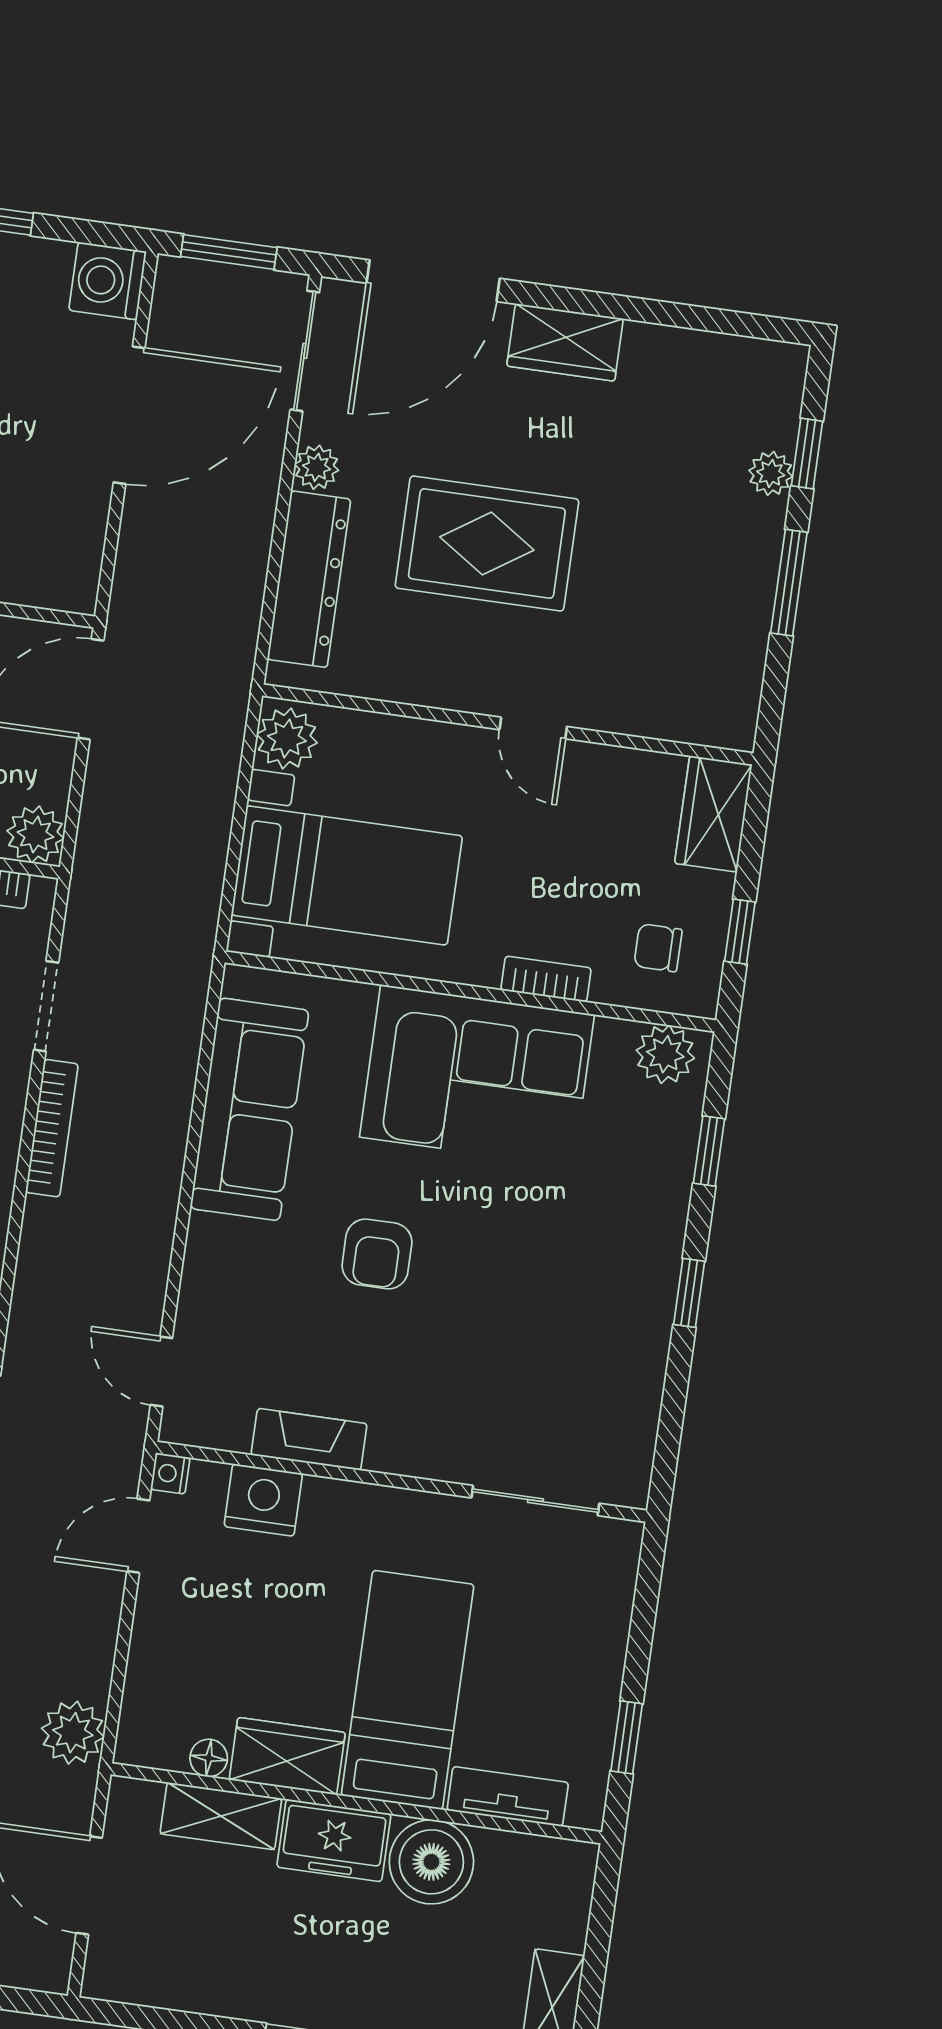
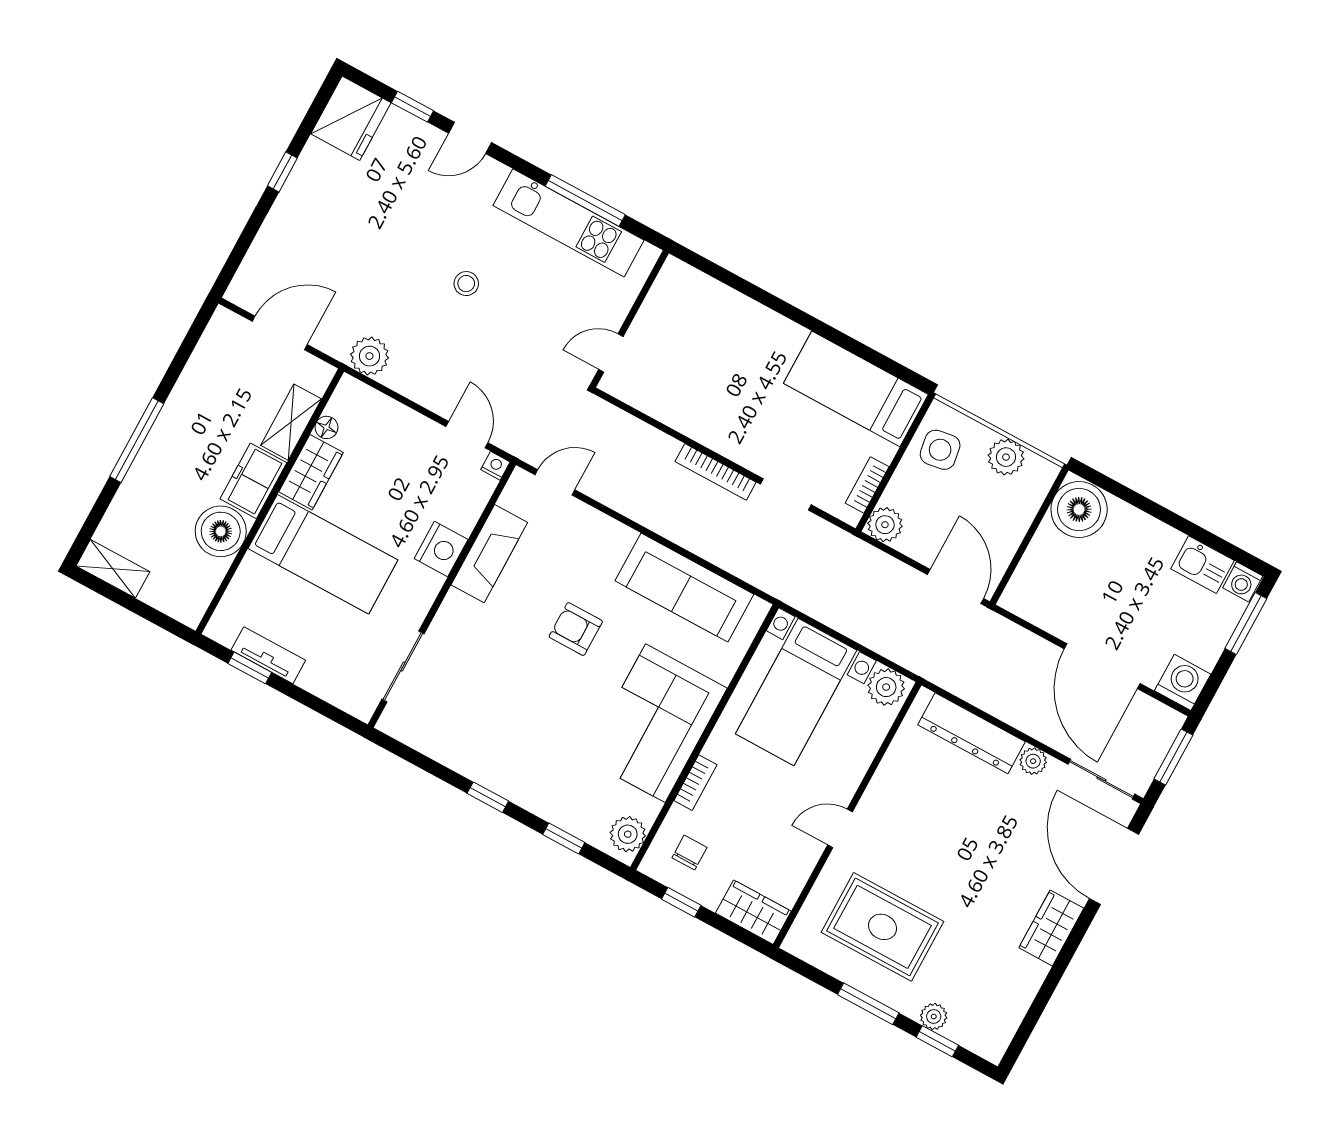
rug: (487, 544) -> (882, 927), moved, turned 90
fireplace: (309, 1439) -> (489, 554), width x1.37, depth x1.32
nightstand: (263, 1500) -> (441, 549), moved
tv unit: (508, 1796) -> (268, 655), moved, turned -90

